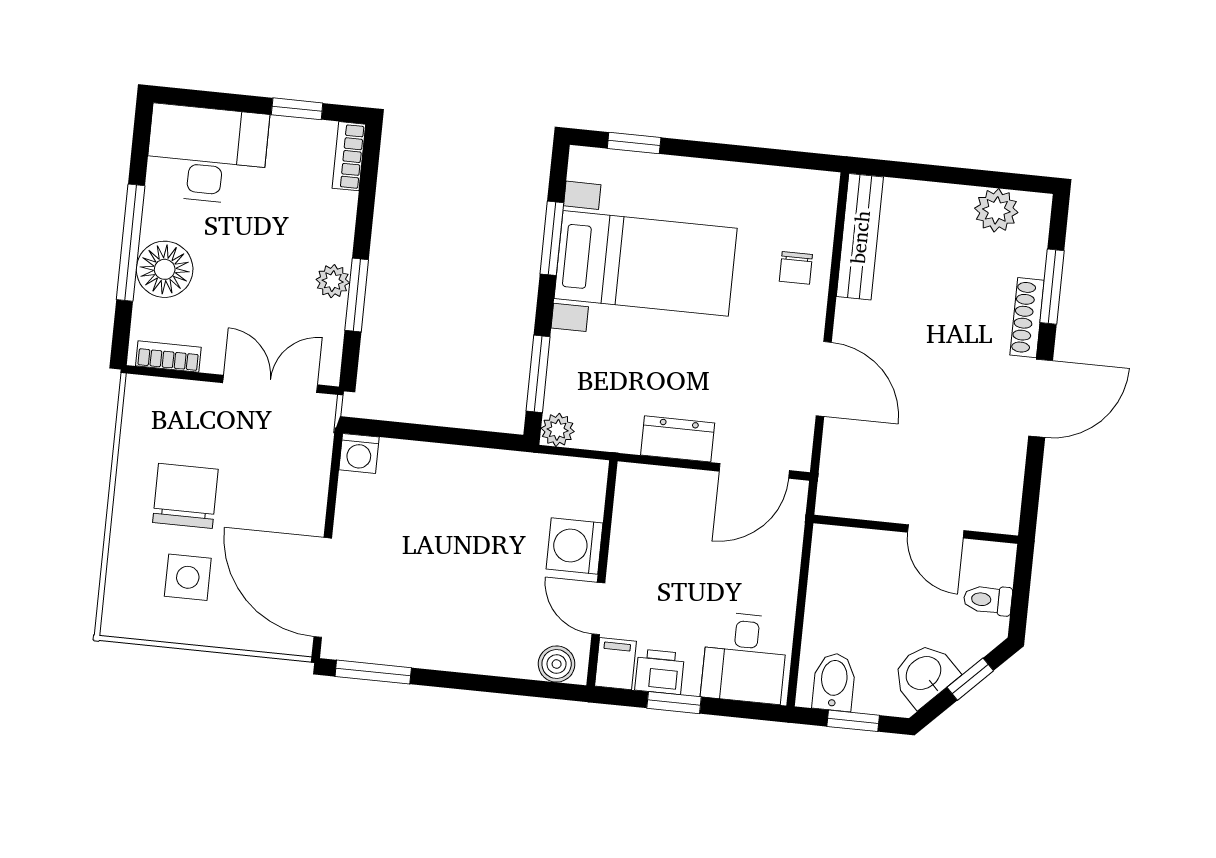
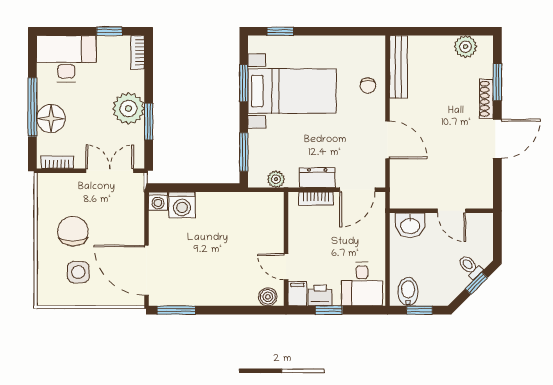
plant: (333, 281) -> (128, 109), width x1.88, depth x1.88
plant: (558, 430) -> (276, 179), moved
bookcase: (671, 480) -> (316, 199), added
washing machine: (575, 546) -> (182, 205), moved, turned -90
toilet: (988, 600) -> (470, 267), moved, turned 45
washbasin: (924, 674) -> (410, 225), moved, turned -135

